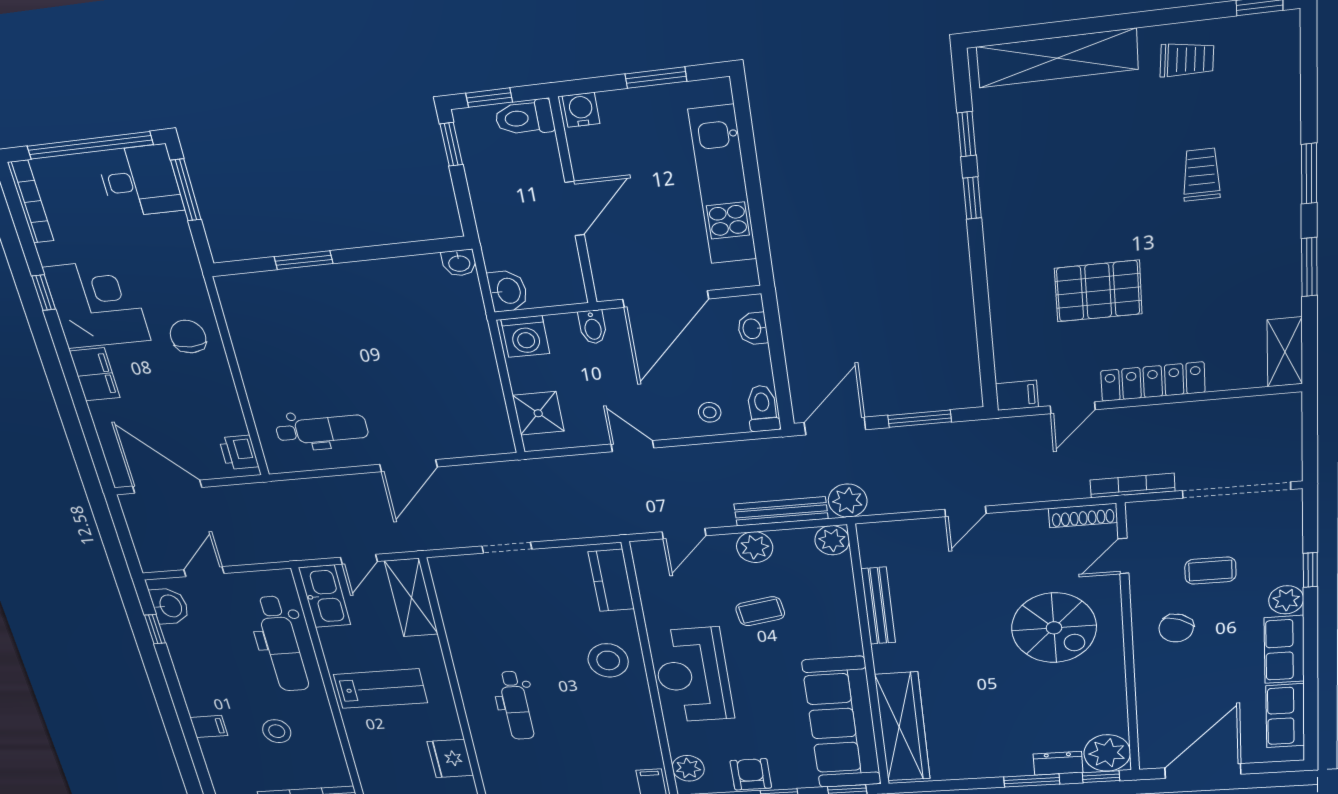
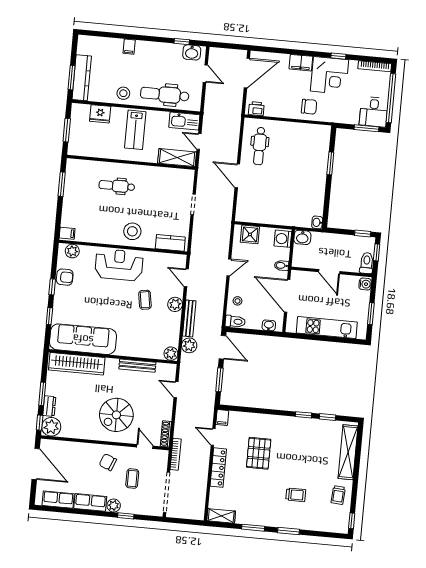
plant: (832, 540) -> (171, 354), moved
bench: (878, 606) -> (137, 366), moved
wall: (869, 659) -> (113, 357), moved
sofa: (842, 723) -> (83, 339), moved
wardrobe: (903, 727) -> (77, 364), moved
stool: (277, 731) -> (123, 93), moved
fridge: (450, 758) -> (100, 114), moved, turned 180

